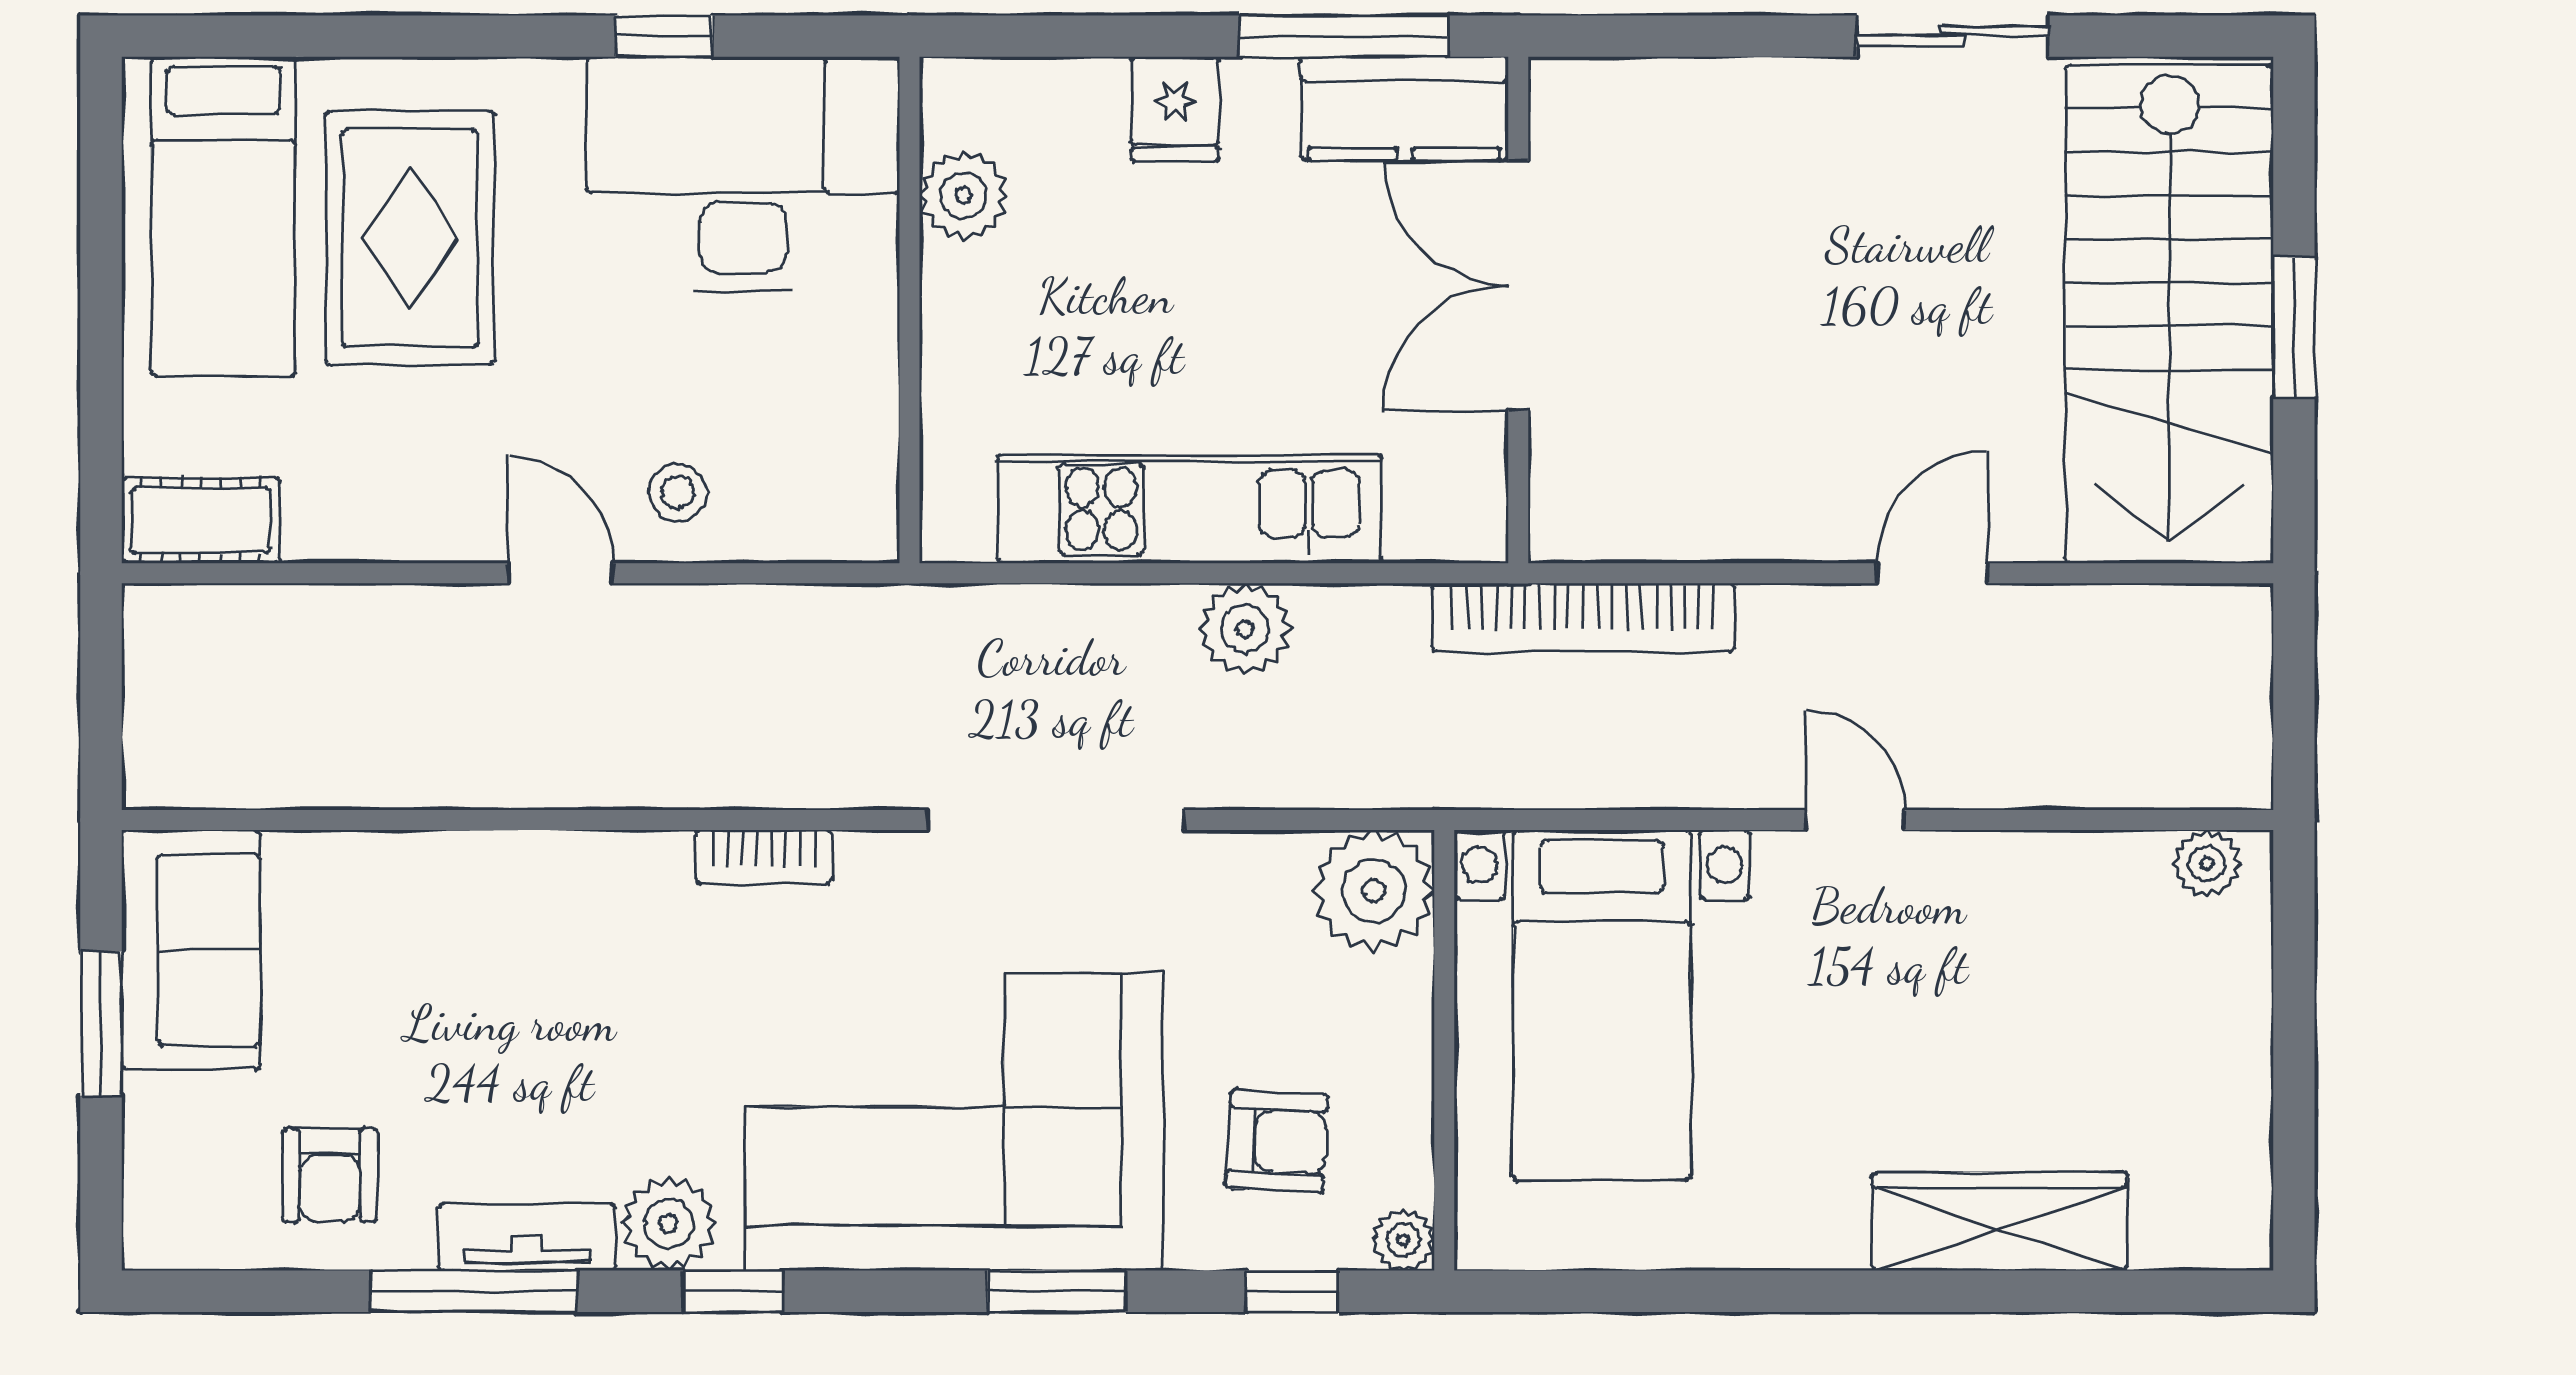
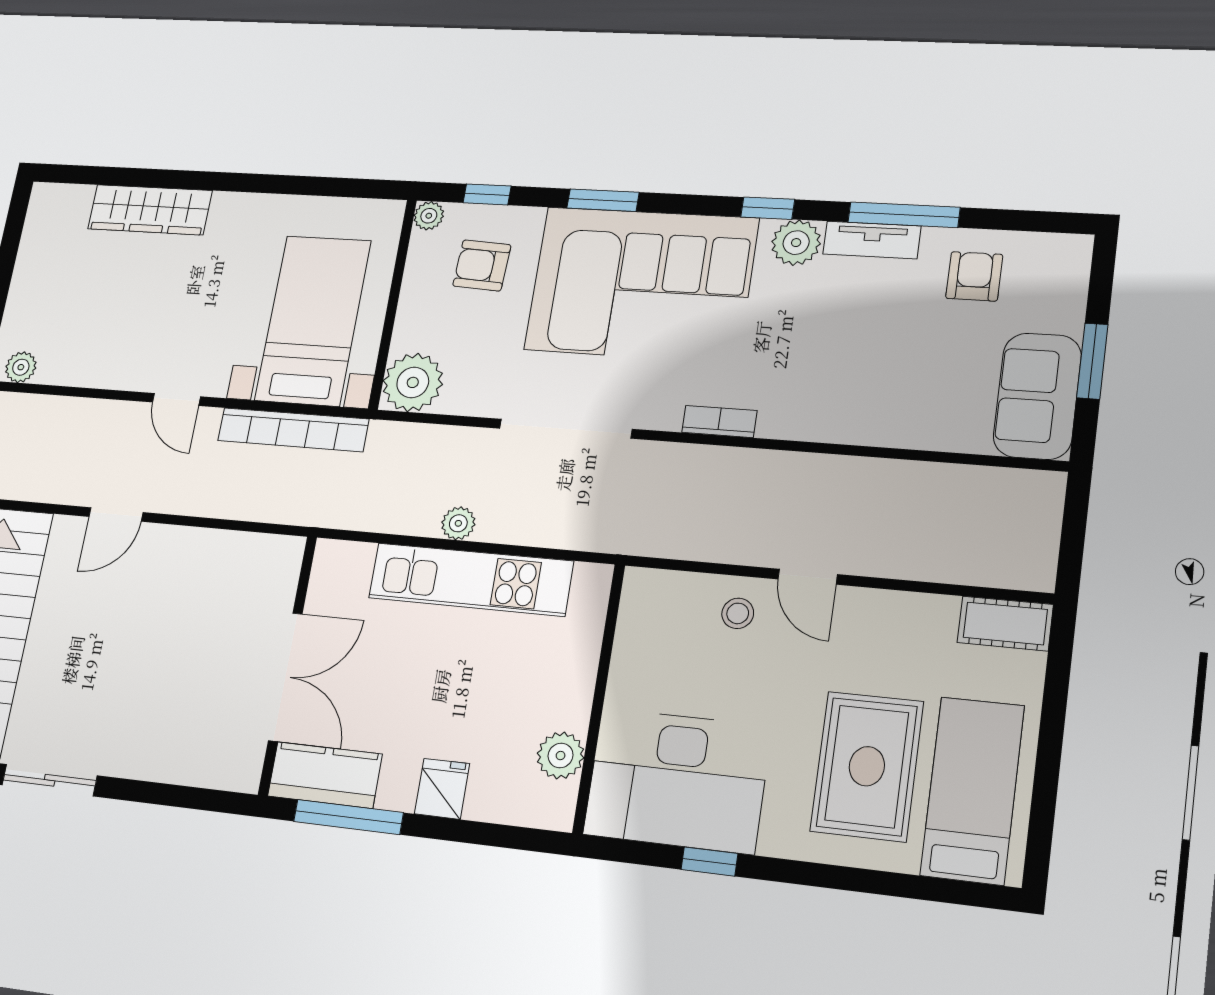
bookcase: (1583, 617) -> (293, 430), moved, turned 180
plant: (1245, 629) -> (458, 523), width x0.73, depth x0.73

